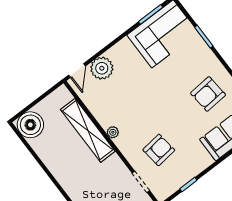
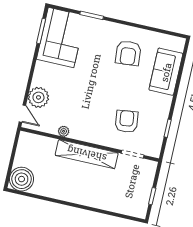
shelving: (88, 130) -> (87, 154), moved
plant: (113, 132) -> (64, 131), moved

